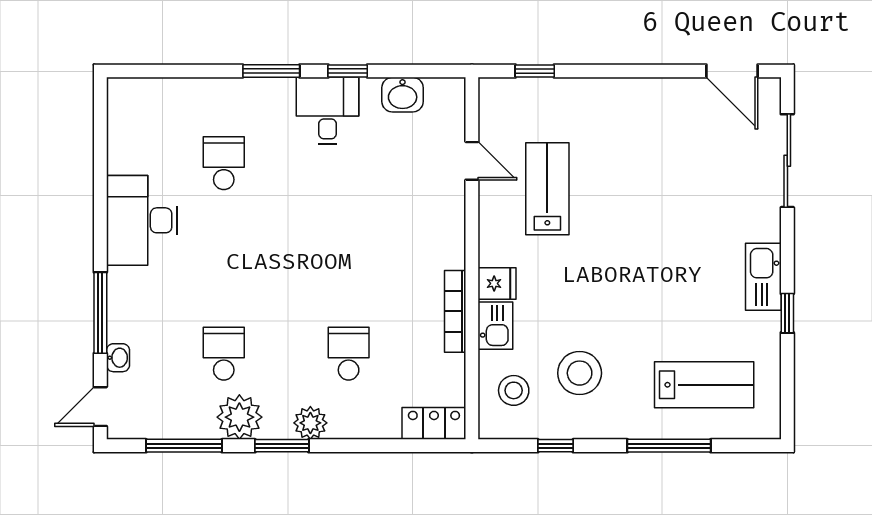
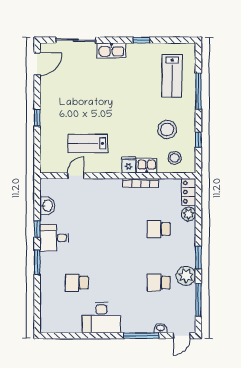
window: (535, 71) -> (37, 118), moved
kitchen sink: (763, 277) -> (111, 50), moved
lab bench: (704, 385) -> (172, 76), turned 180
door: (100, 407) -> (182, 336), hinge flipped
plant: (310, 423) -> (189, 214), moved

